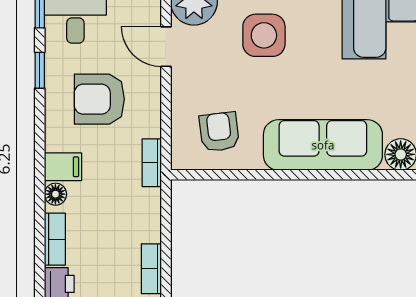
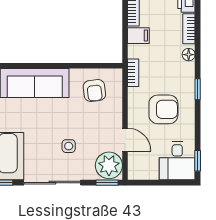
side table: (264, 35) -> (69, 146), width x0.54, depth x0.54
window: (40, 70) -> (198, 89), moved
filing cabinet: (63, 167) -> (138, 36), moved, turned 180

